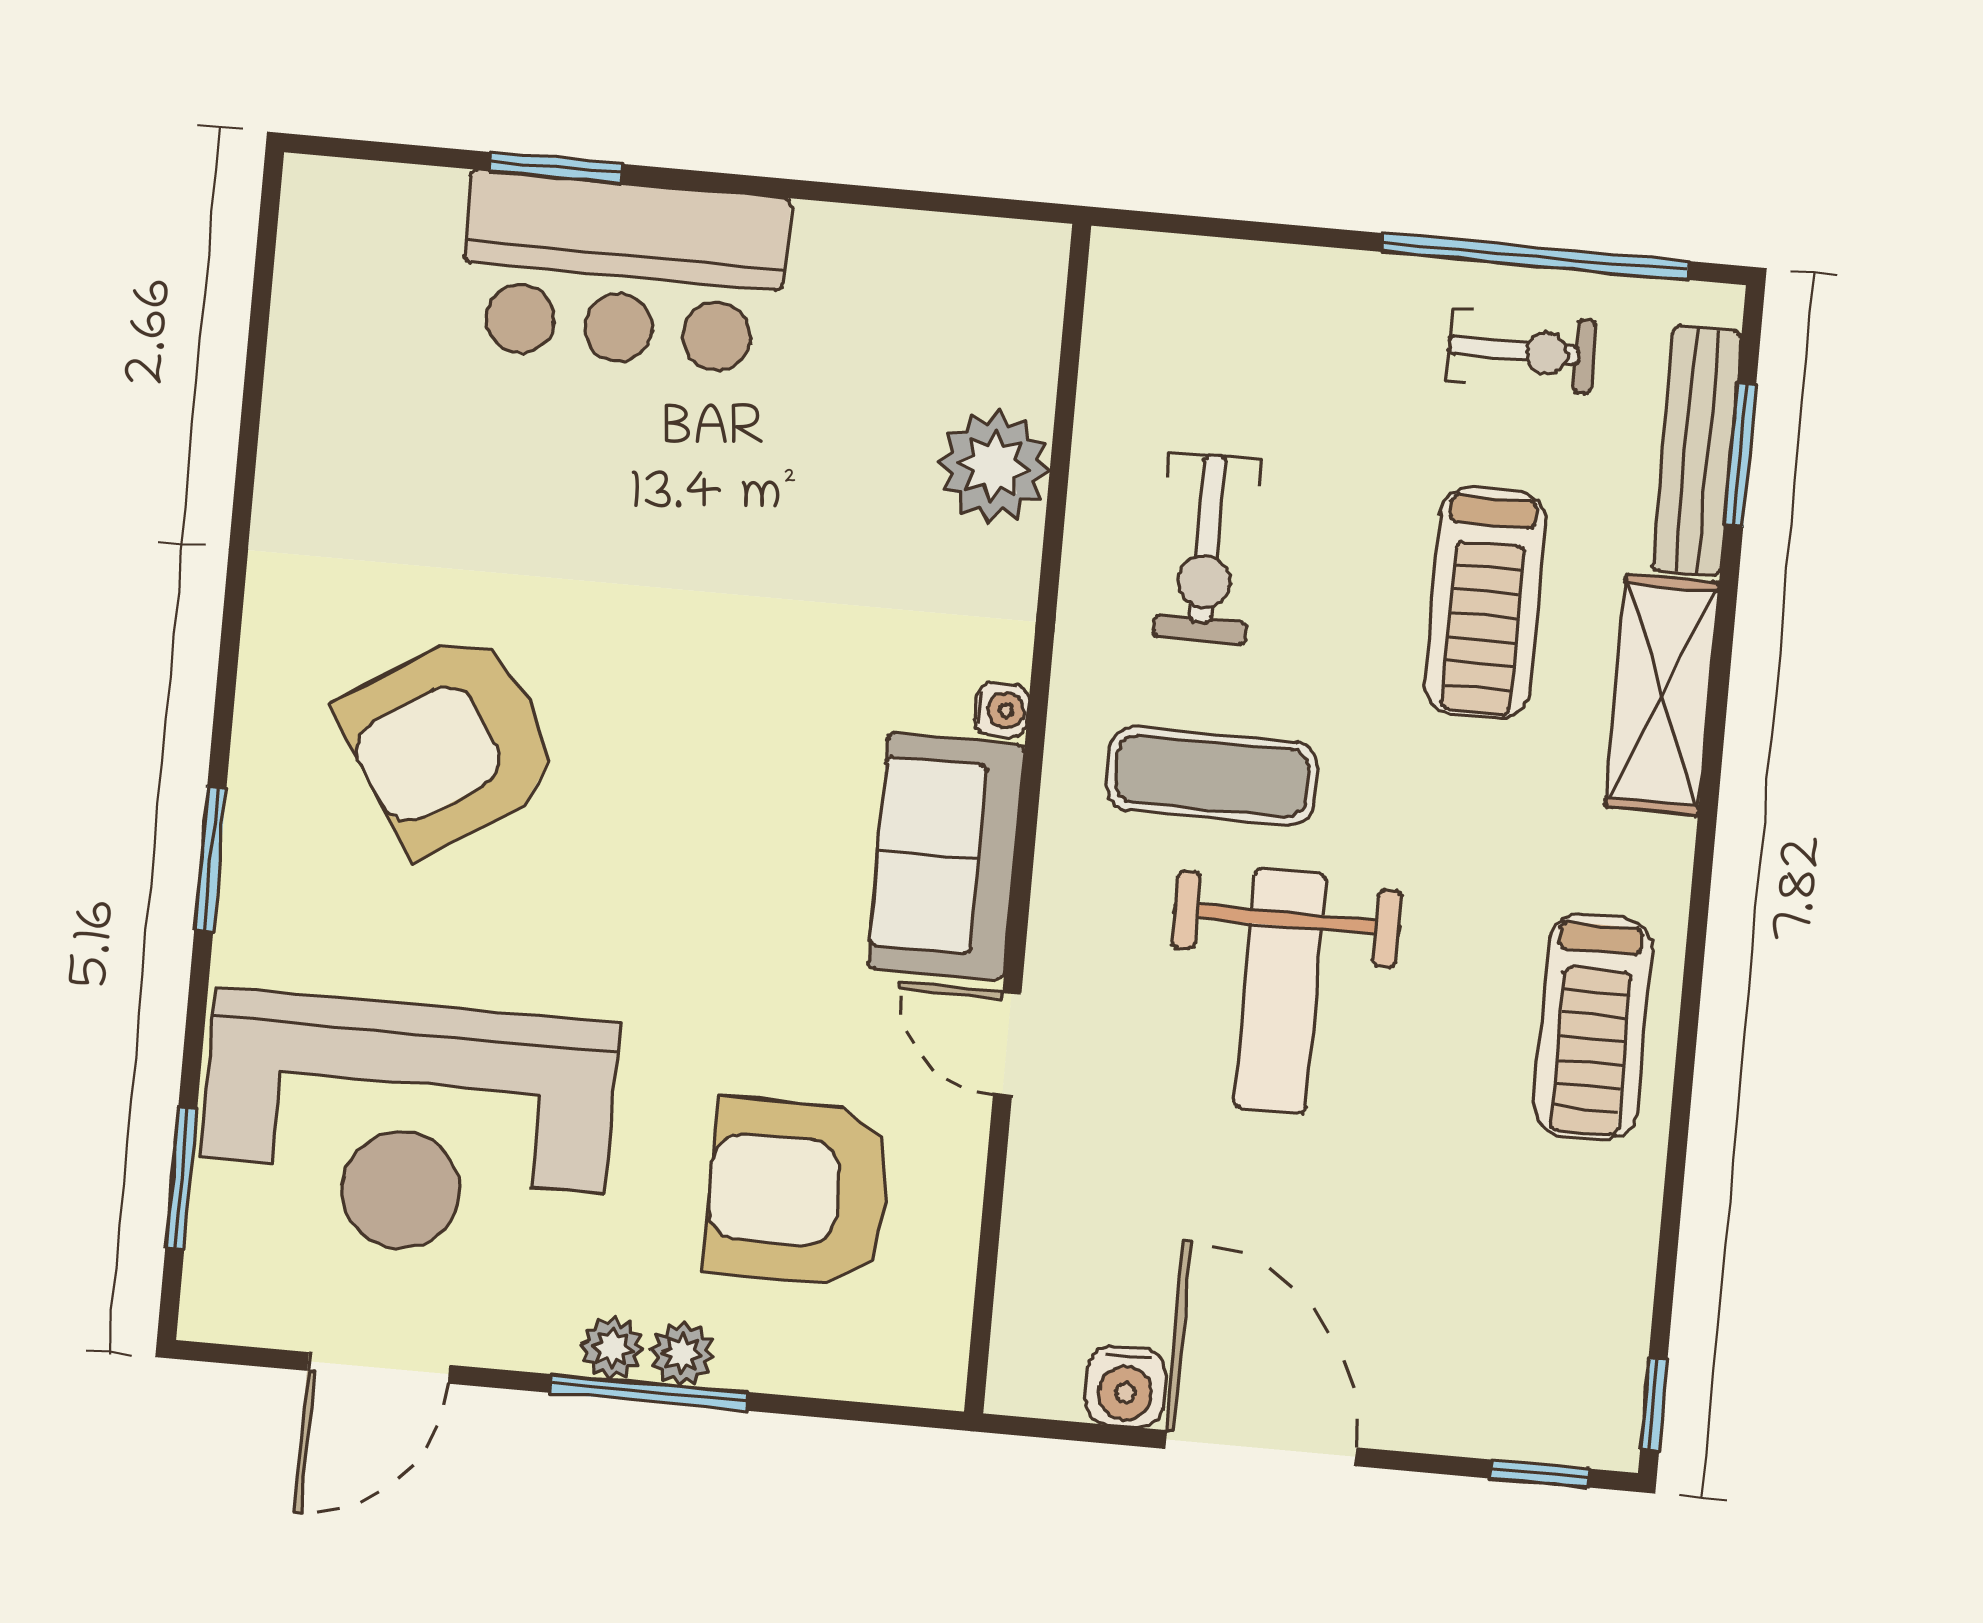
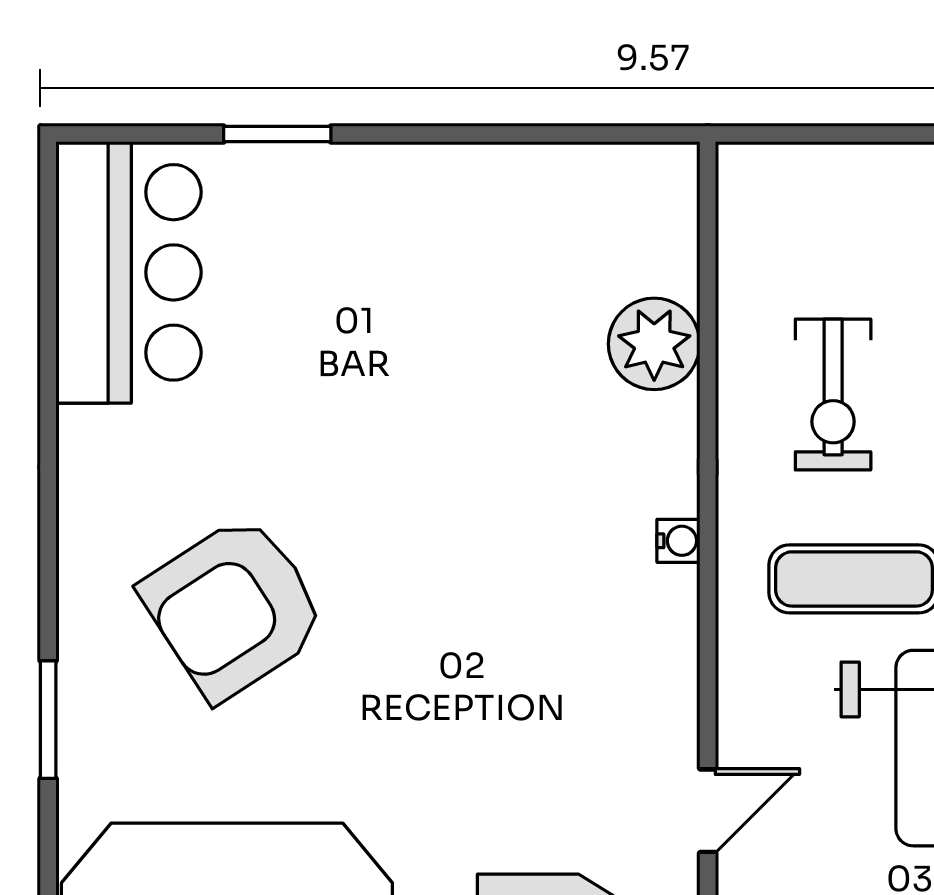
bar counter: (623, 273) -> (128, 272), moved, turned -90
sofa: (946, 856) -> (644, 664), removed
door: (1007, 1043) -> (708, 811), swing flipped

